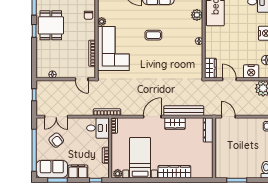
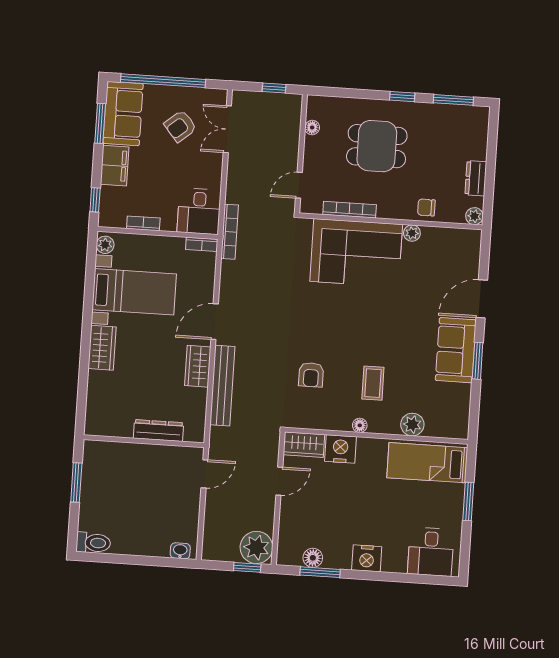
dining table: (51, 25) -> (377, 146), moved
coffee table: (153, 35) -> (373, 383), moved
armchair: (175, 67) -> (311, 375), added
nightstand: (251, 71) -> (340, 449), moved, turned 90
door: (152, 117) -> (215, 322), swing flipped
dresser: (208, 130) -> (158, 431), moved
wardrobe: (174, 172) -> (102, 348), width x0.67

